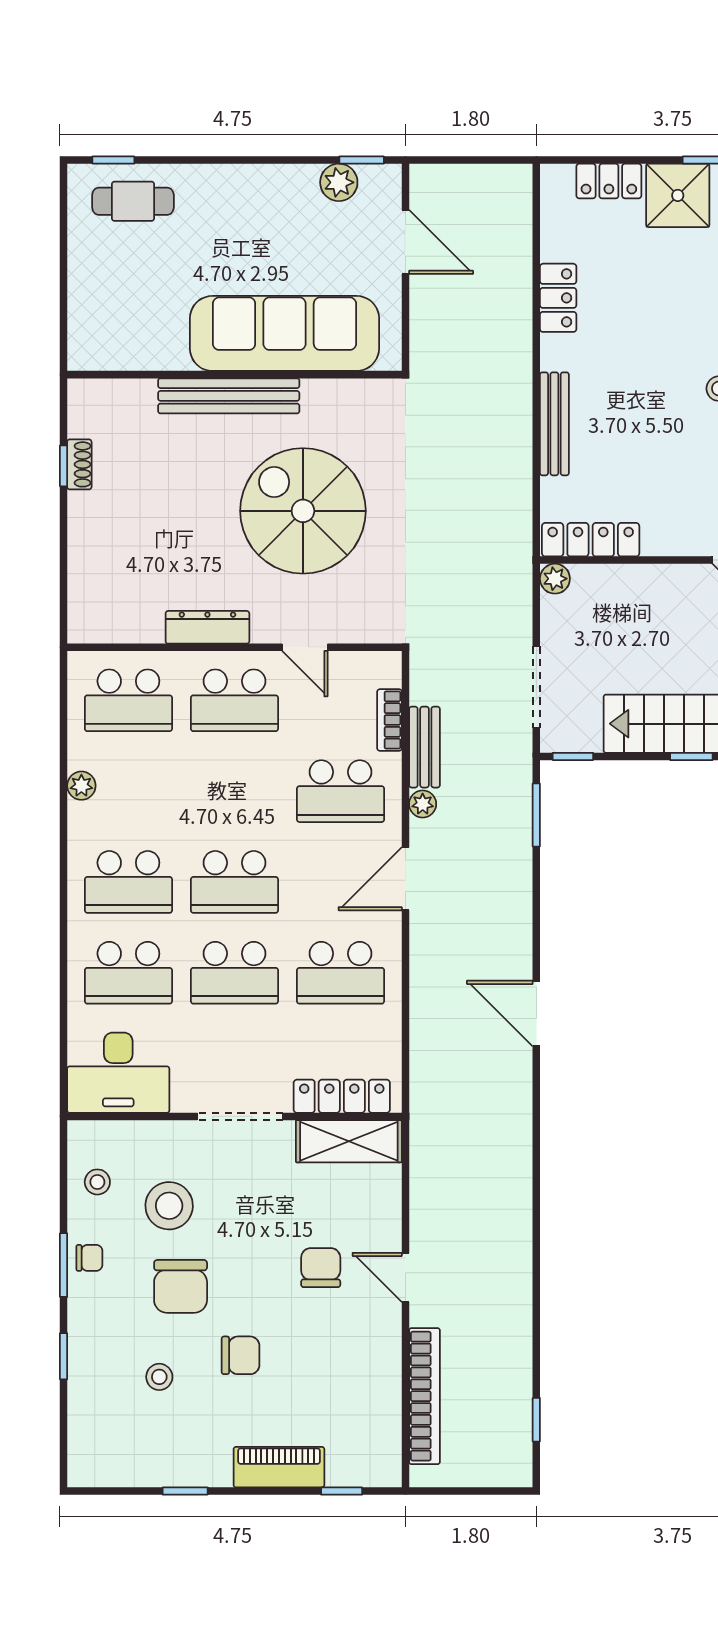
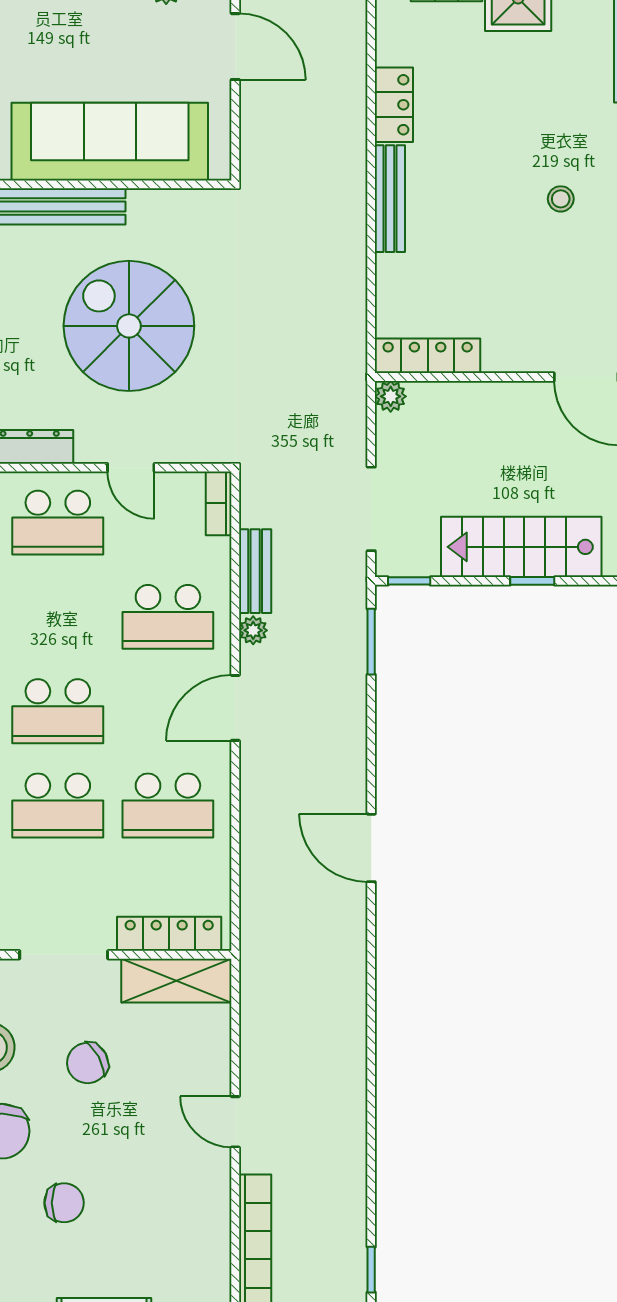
bench: (554, 424) -> (390, 199), moved
bookcase: (389, 720) -> (219, 503), moved
chair: (321, 1268) -> (88, 1063), moved, turned -119

